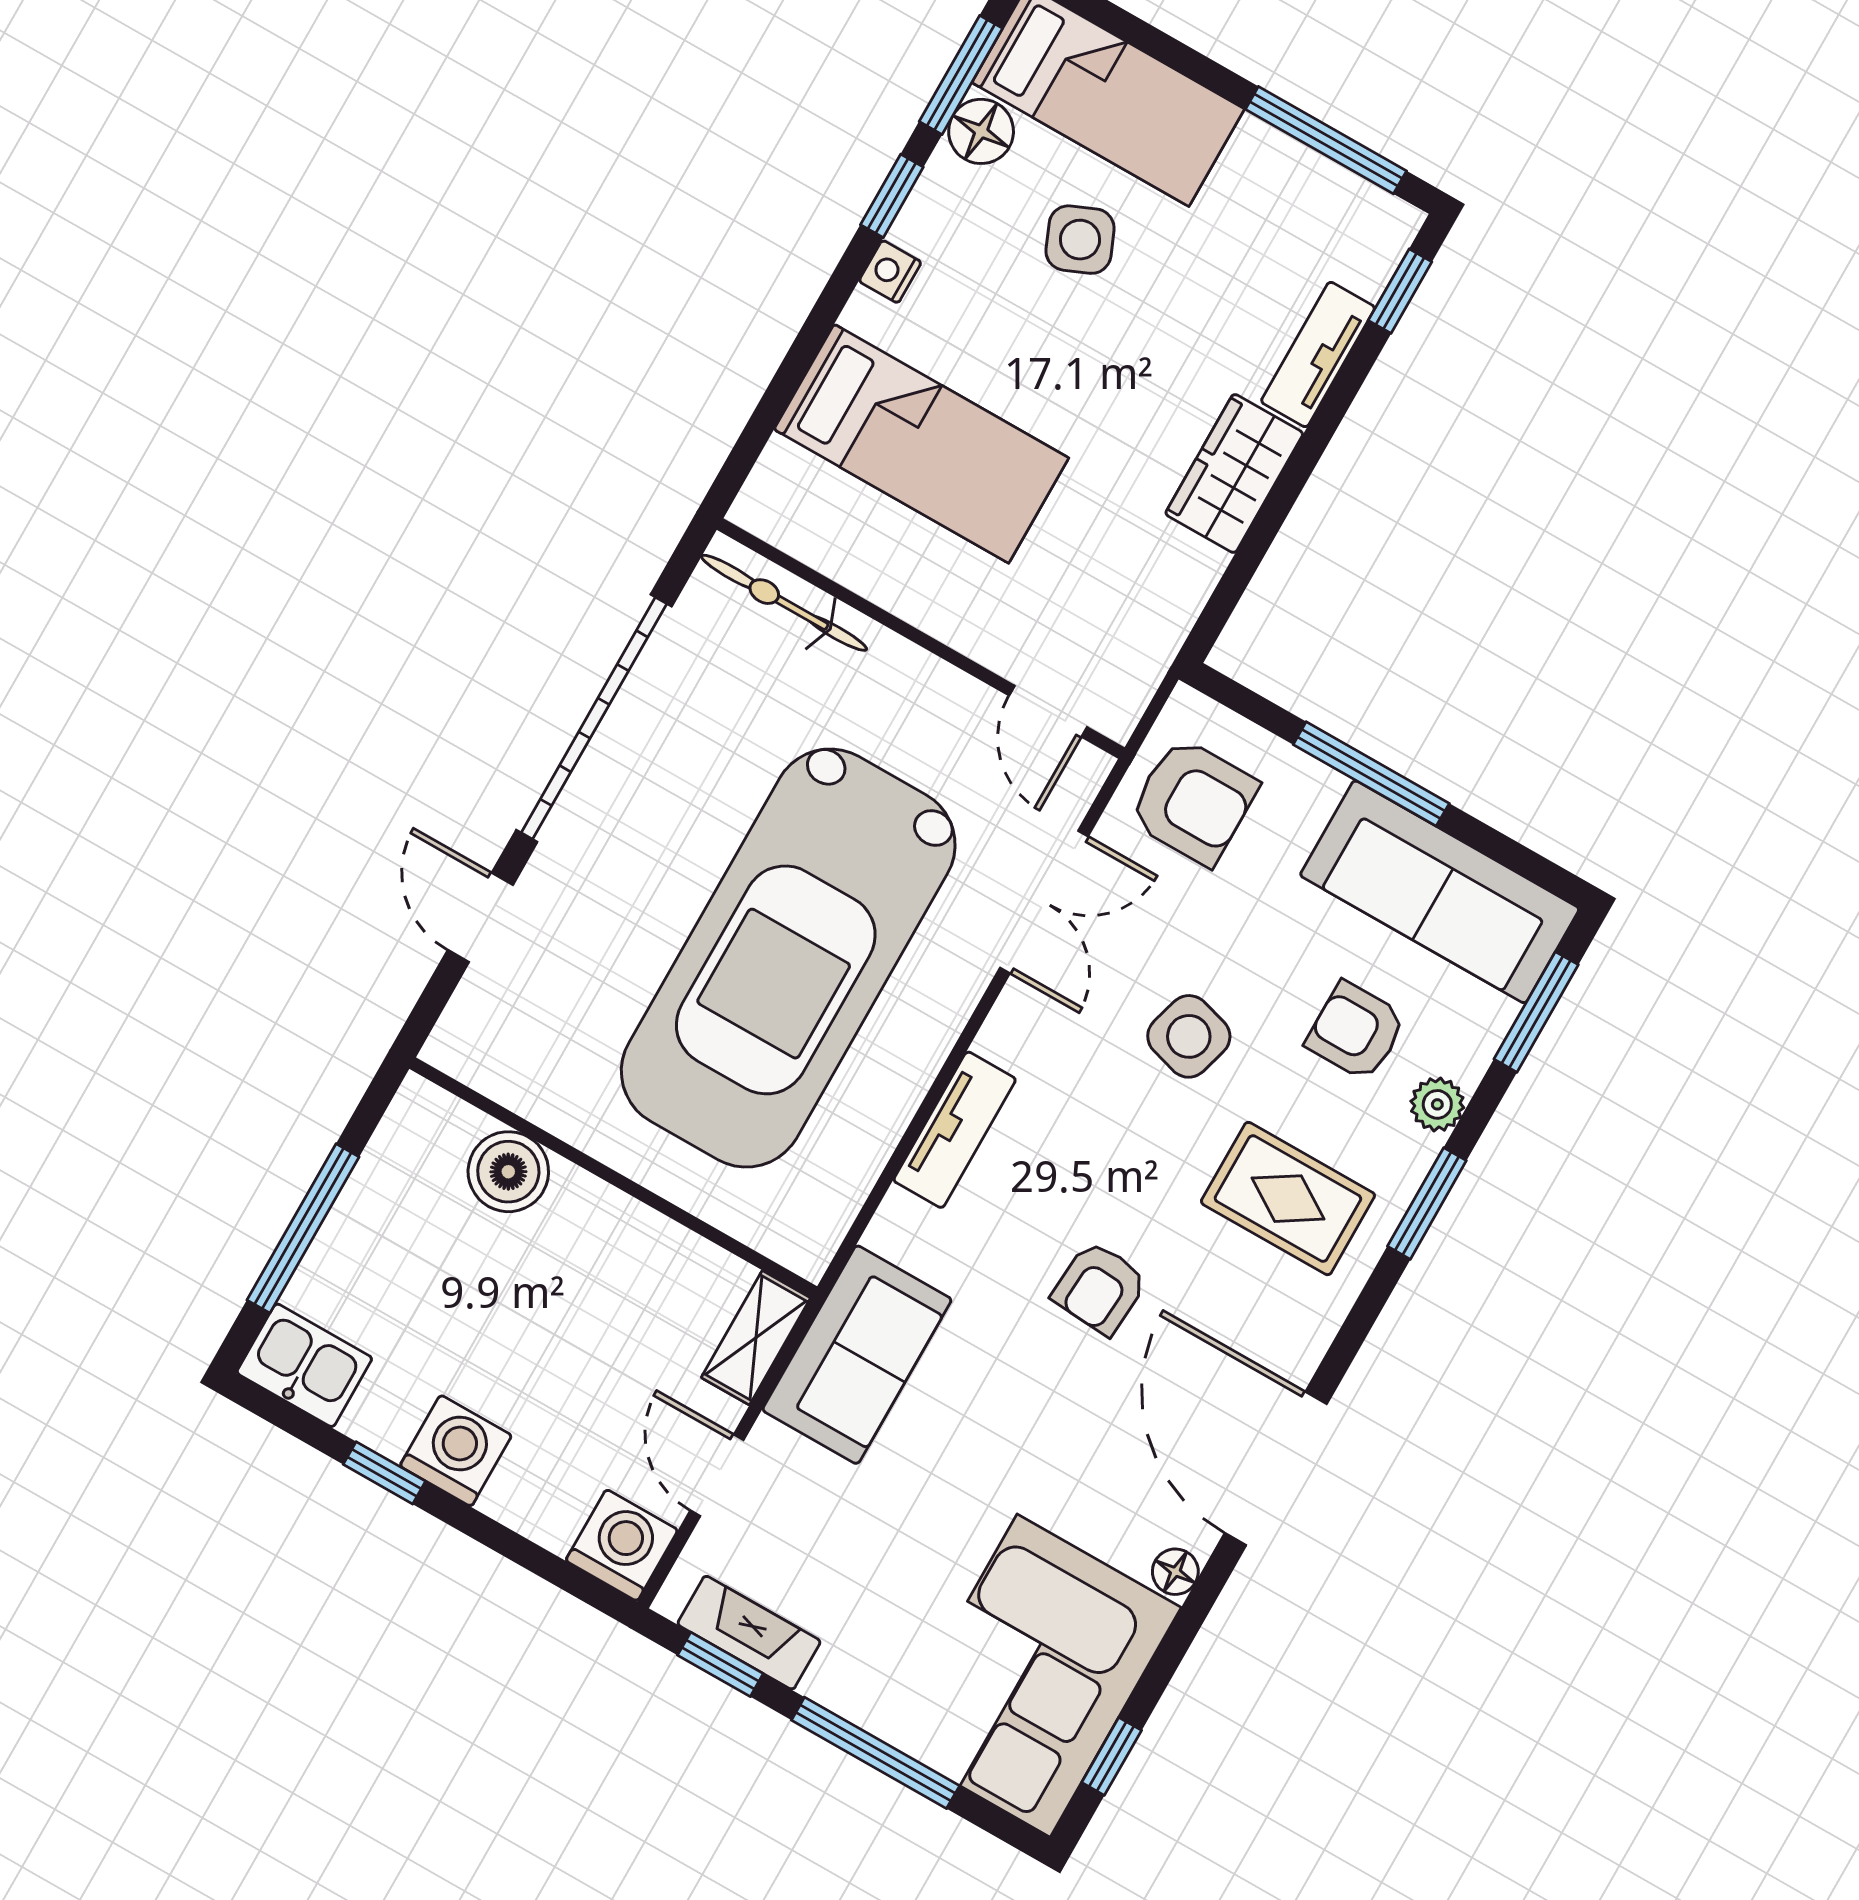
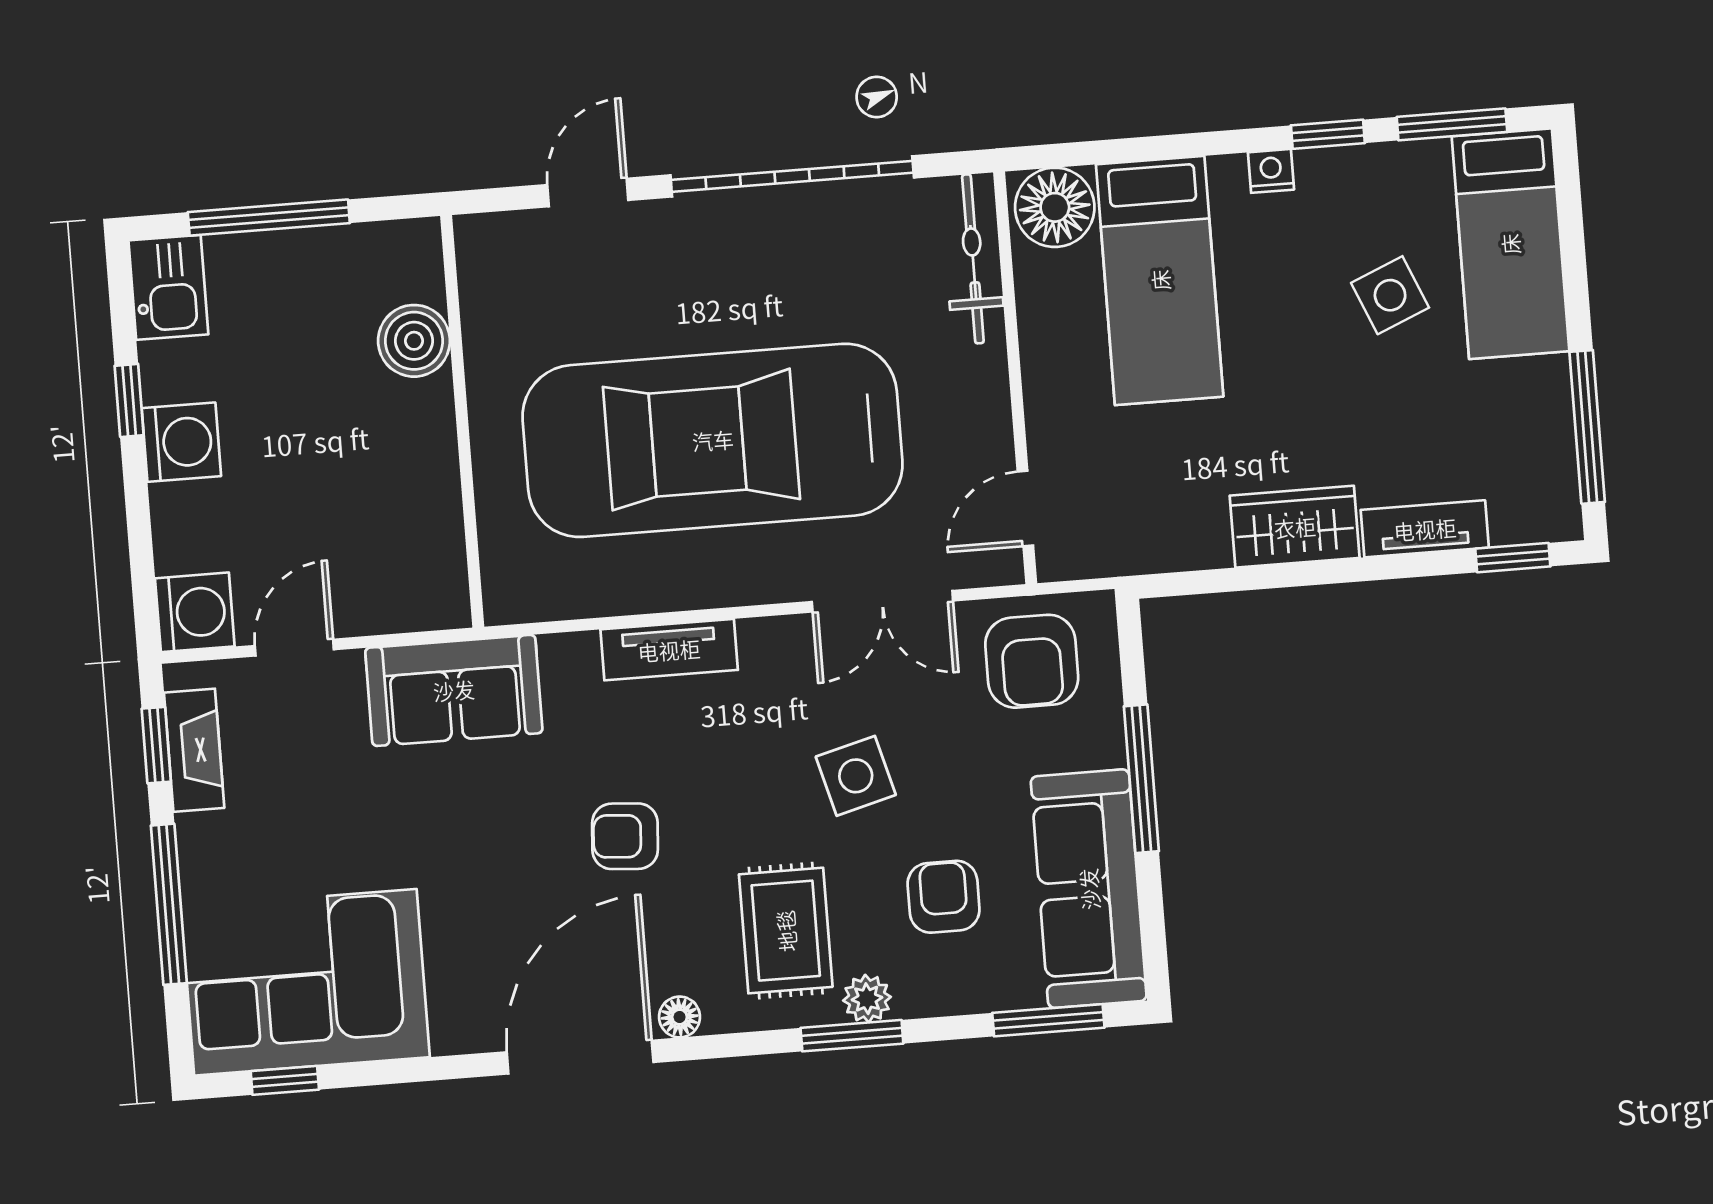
floor lamp: (981, 131) -> (1055, 207), moved, width x1.38, depth x1.38
side table: (1189, 1036) -> (856, 776), turned -31
plant: (1437, 1104) -> (867, 999), moved
shelving: (756, 1338) -> (416, 607), removed
floor lamp: (1175, 1572) -> (680, 1017), moved

